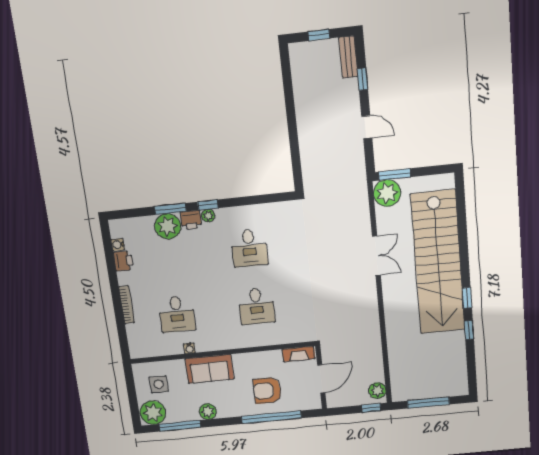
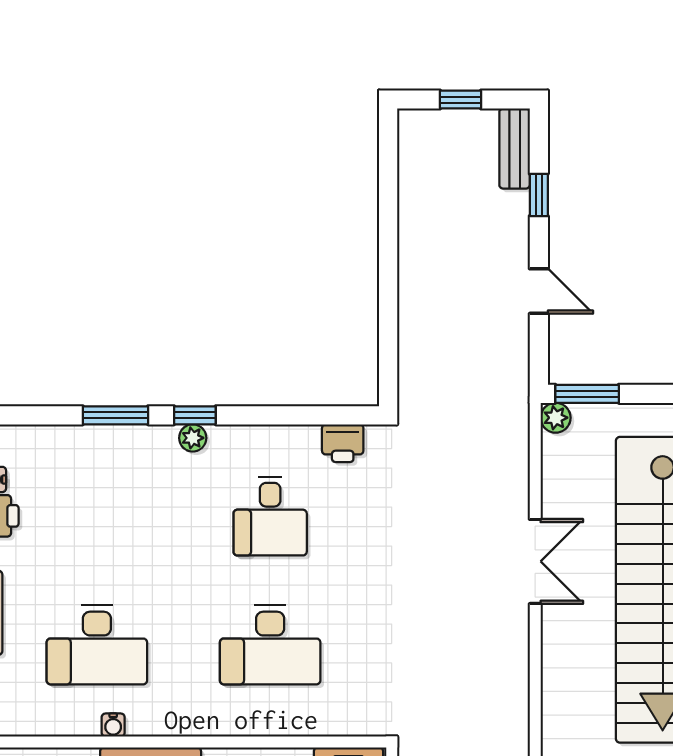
plant: (387, 193) -> (556, 418), width x0.53, depth x0.53
printer: (191, 220) -> (343, 443), moved
plant: (168, 226) -> (105, 452), removed
desk: (256, 306) -> (270, 645), width x1.37
desk: (177, 314) -> (97, 645), width x1.37

